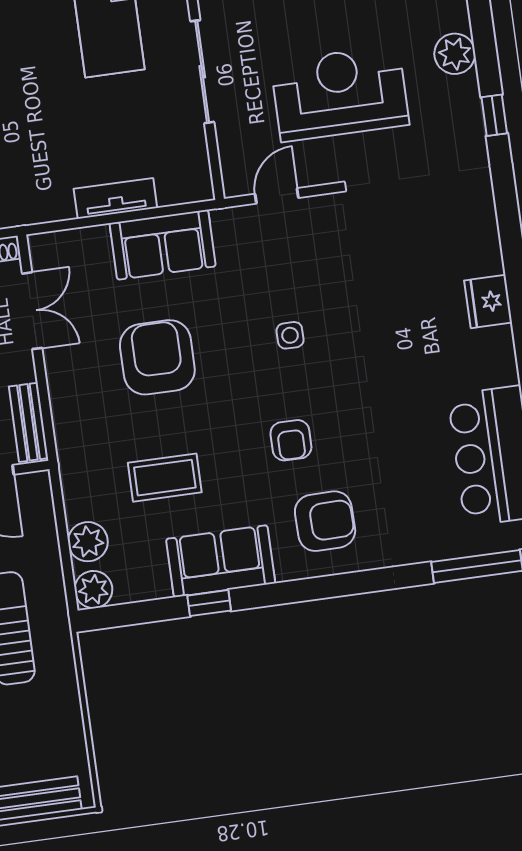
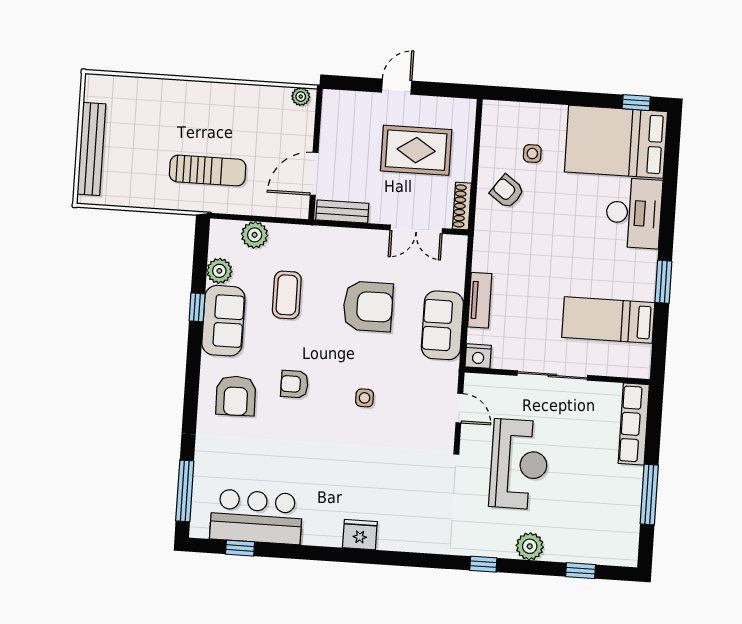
nightstand: (196, 184) -> (478, 356), added
plant: (93, 590) -> (219, 271), moved

